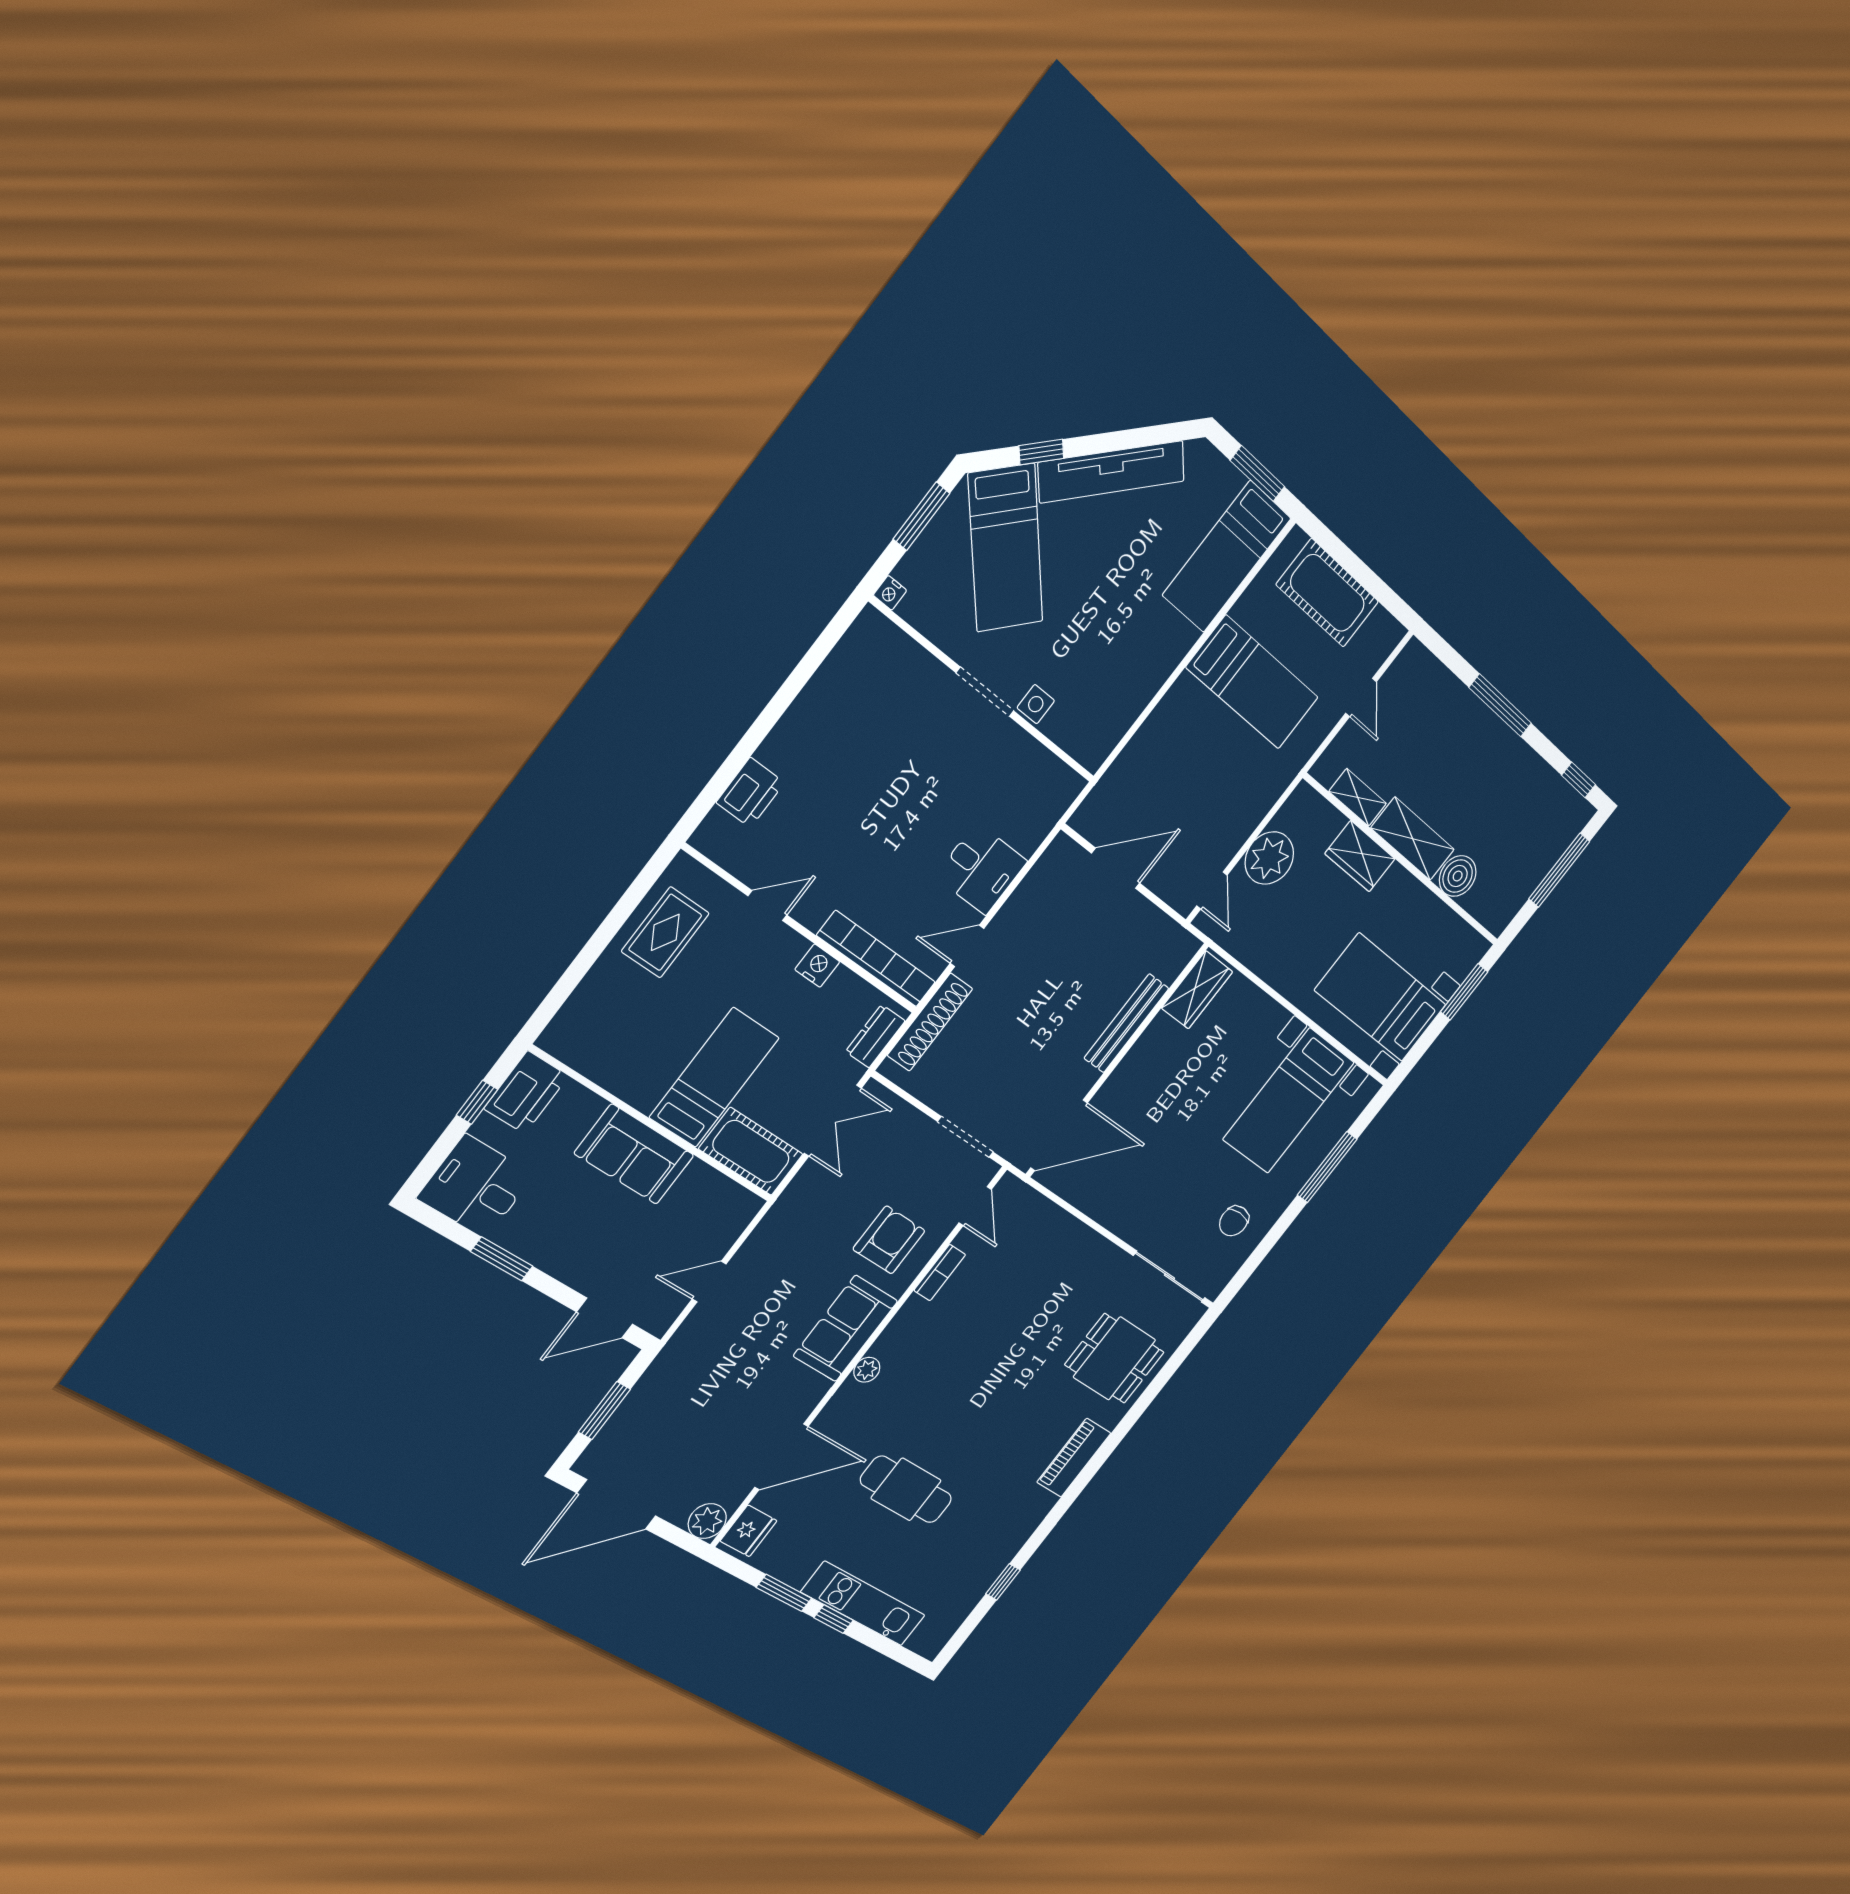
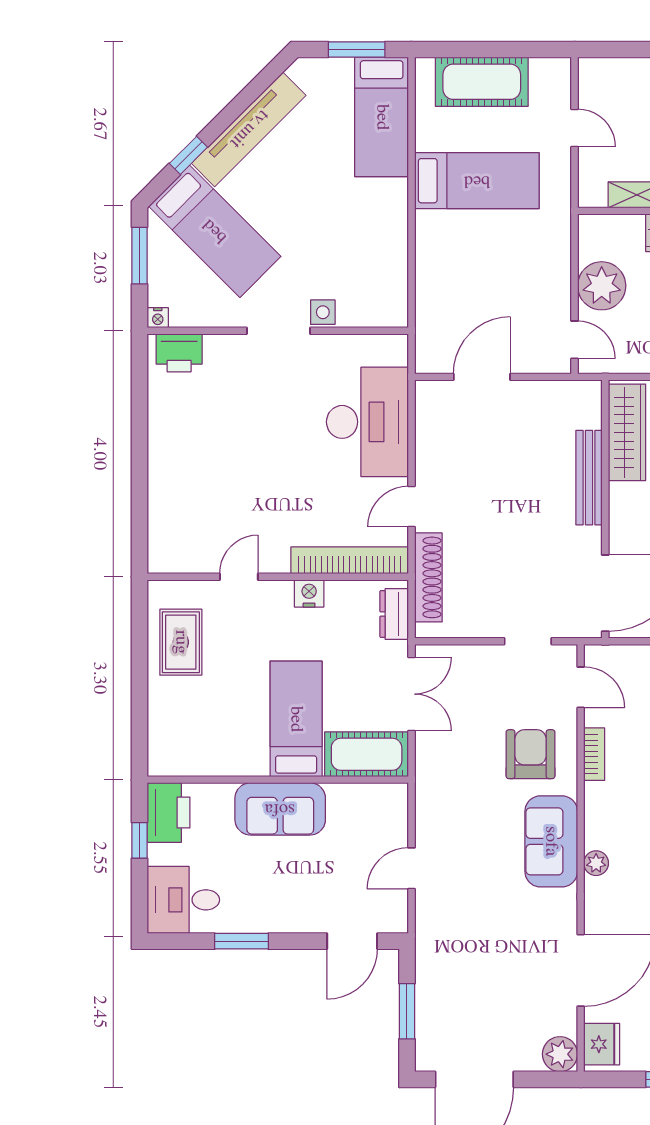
printer: (750, 793) -> (179, 353), moved, turned 90
desk: (981, 869) -> (367, 422), width x1.87, depth x1.30
wardrobe: (1197, 990) -> (627, 432), width x1.50
doorway: (965, 1137) -> (528, 641), width x0.73

